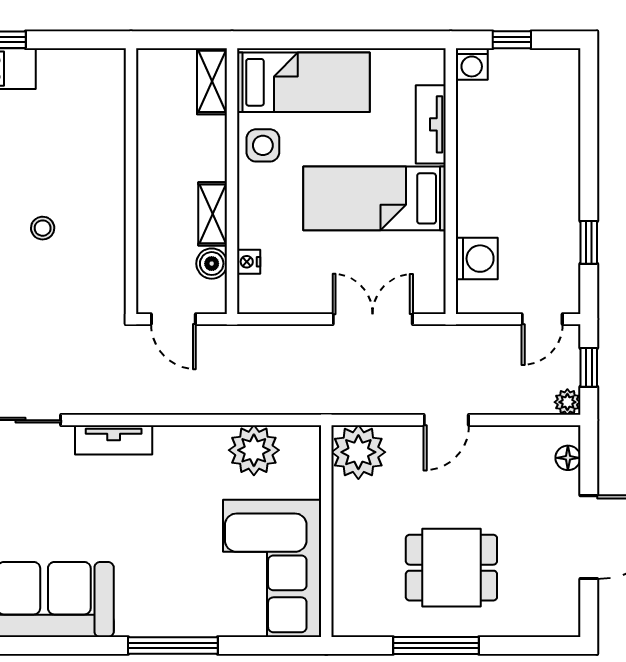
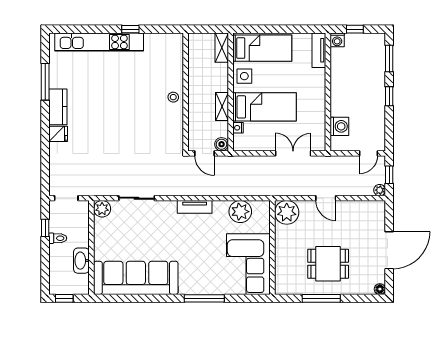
window: (589, 106) -> (389, 59), added
tv unit: (431, 124) -> (319, 50), moved
bed: (375, 198) -> (264, 107), moved, turned 180
stool: (43, 228) -> (173, 97), moved
window: (589, 242) -> (389, 96), moved
boiler: (212, 264) -> (222, 144), moved
door: (446, 420) -> (326, 198), hinge flipped
tv unit: (114, 440) -> (195, 207), moved
floor lamp: (568, 458) -> (380, 289), moved

